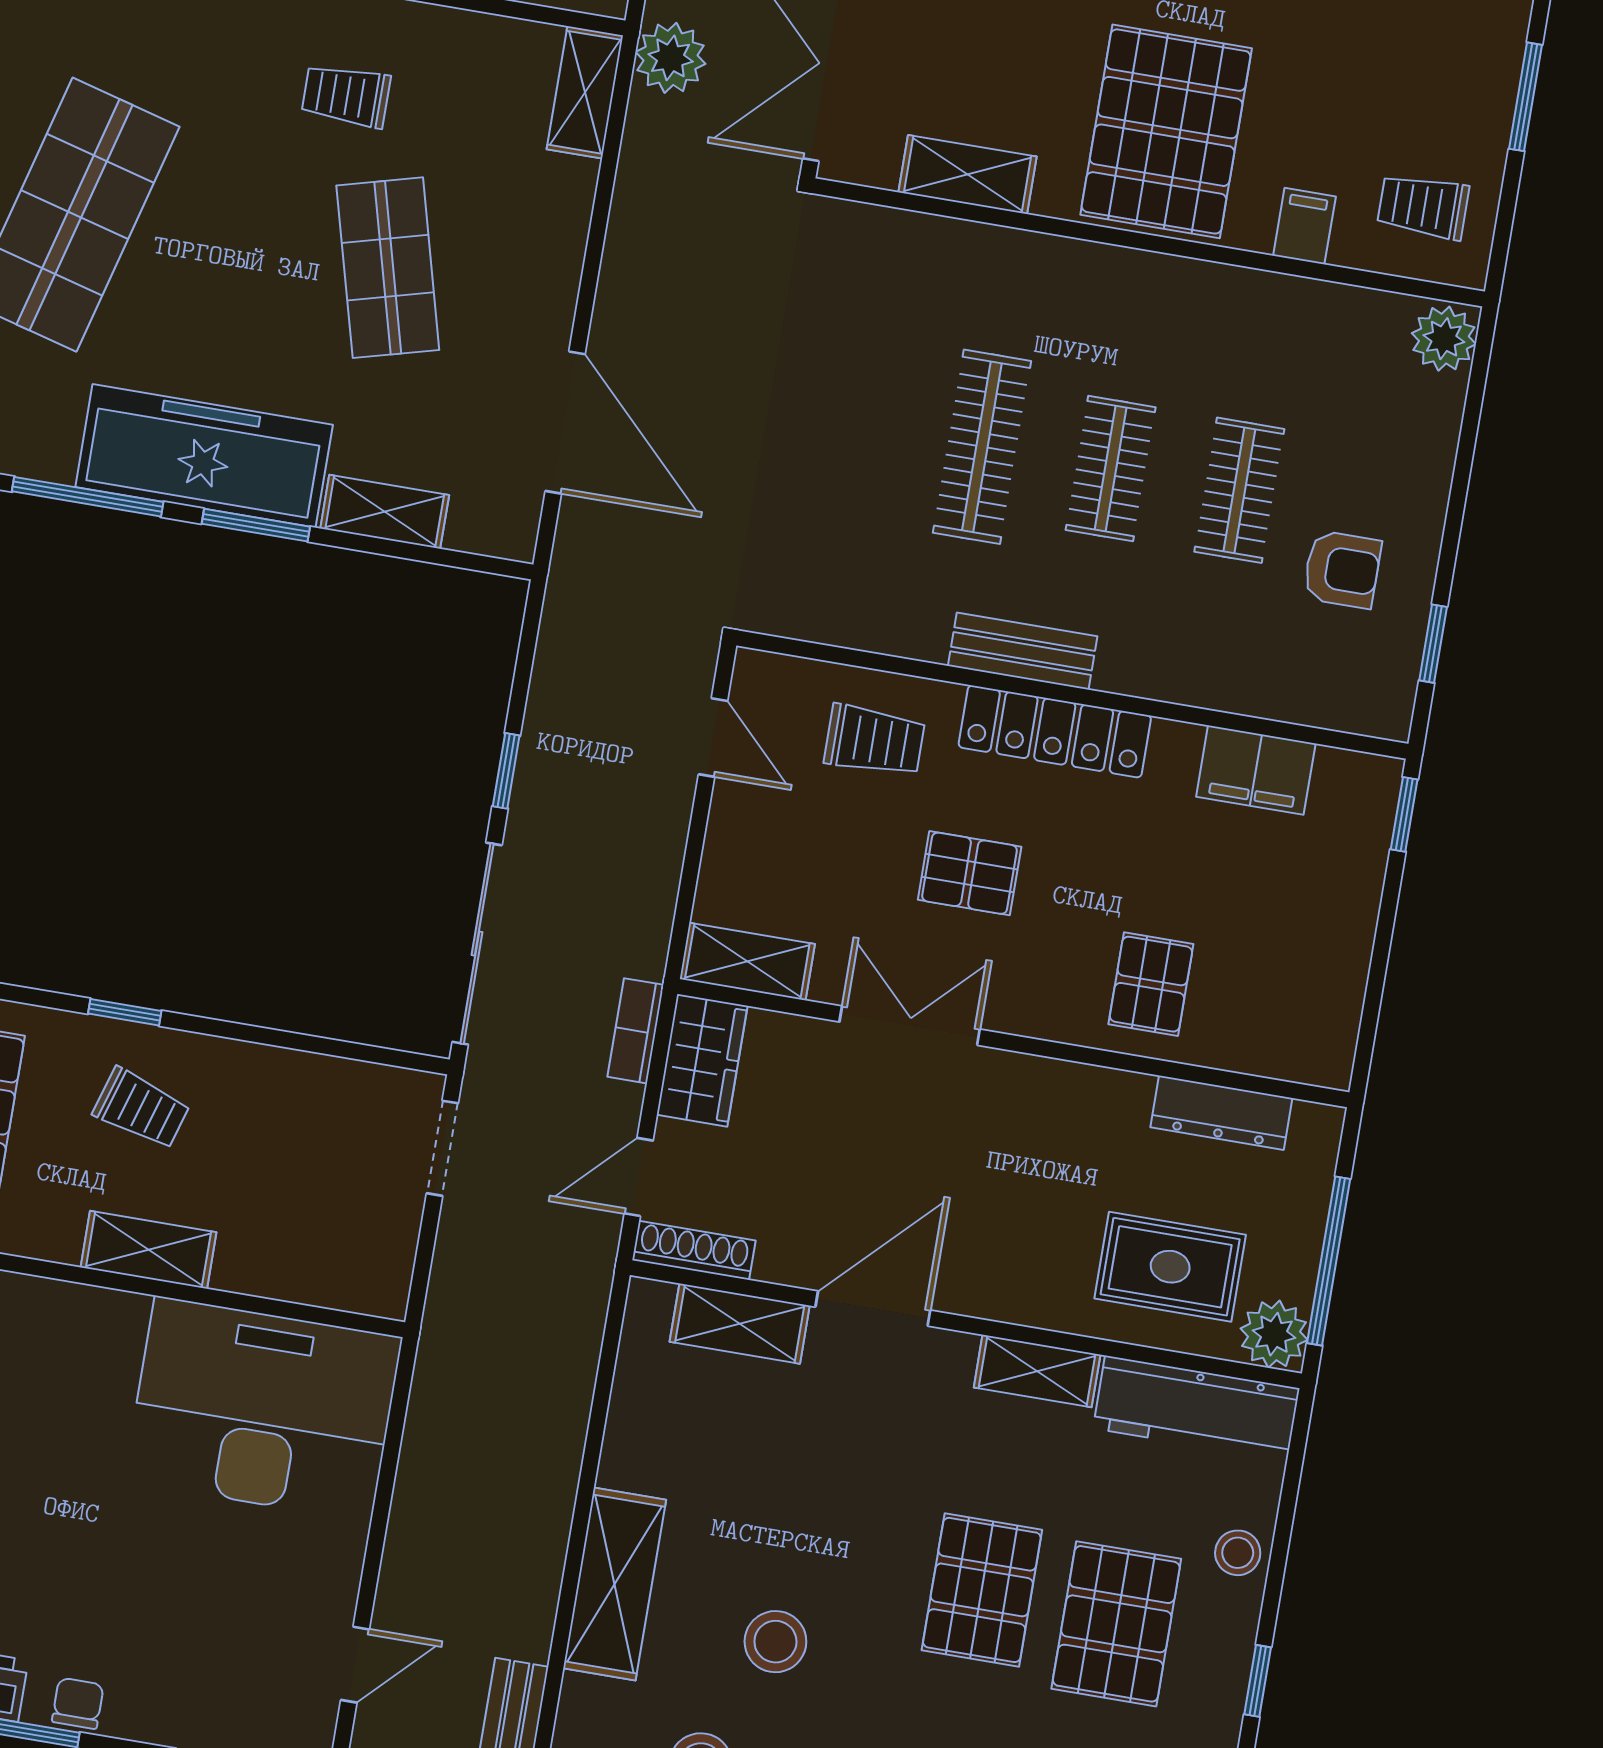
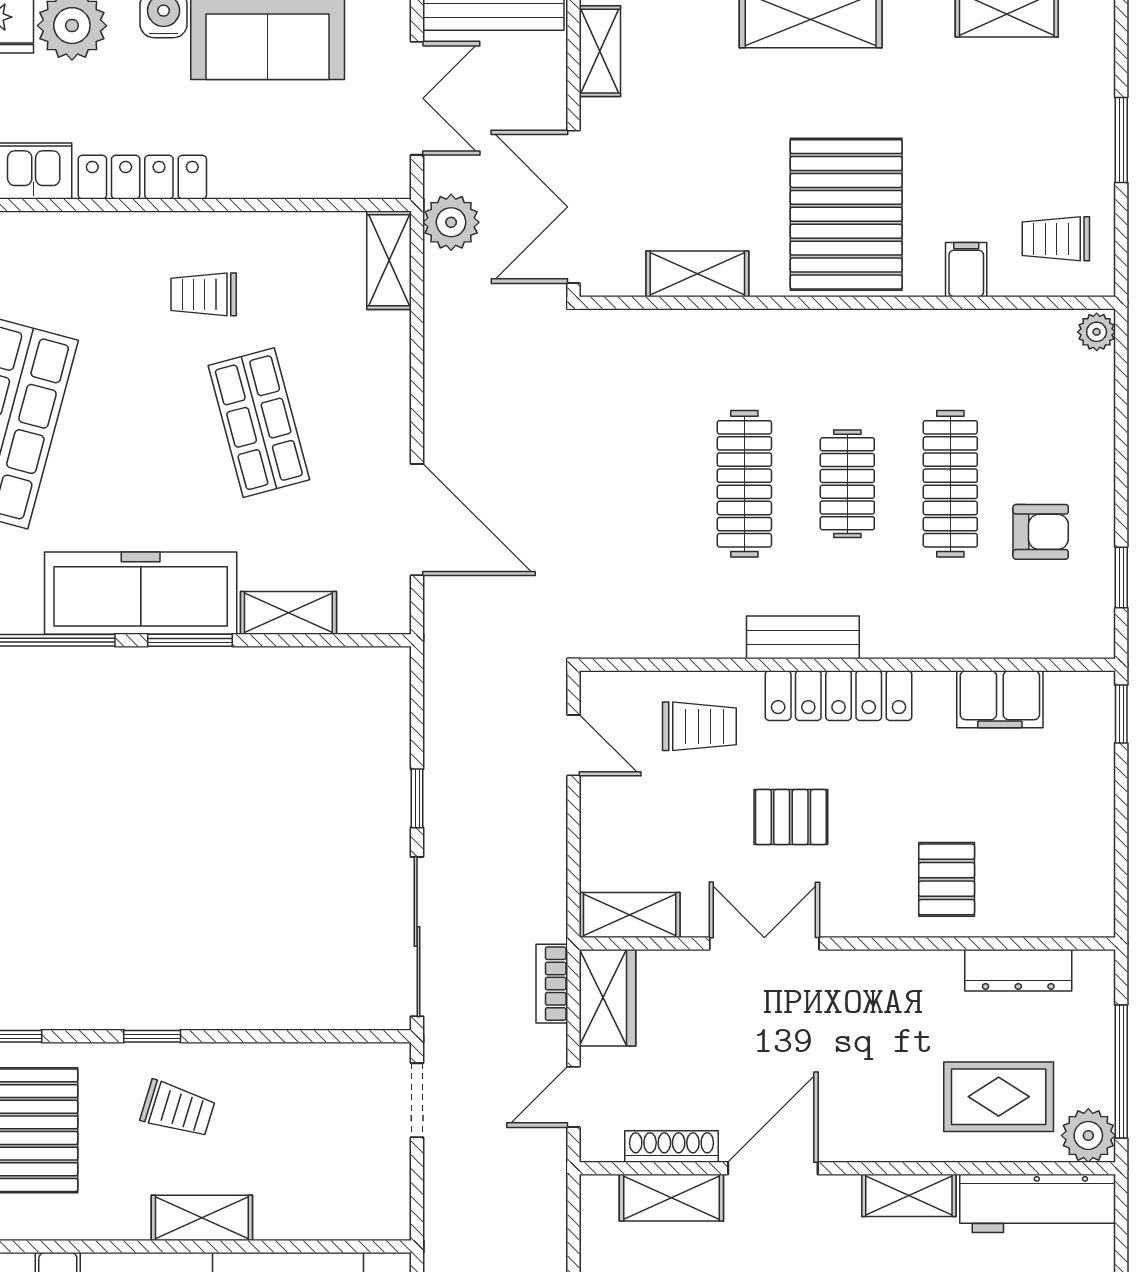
plant: (1444, 339) -> (1097, 332), width x0.73, depth x0.73
clothes rail: (1239, 490) -> (950, 484), width x1.36
shoe rack: (694, 1250) -> (671, 1147), moved

